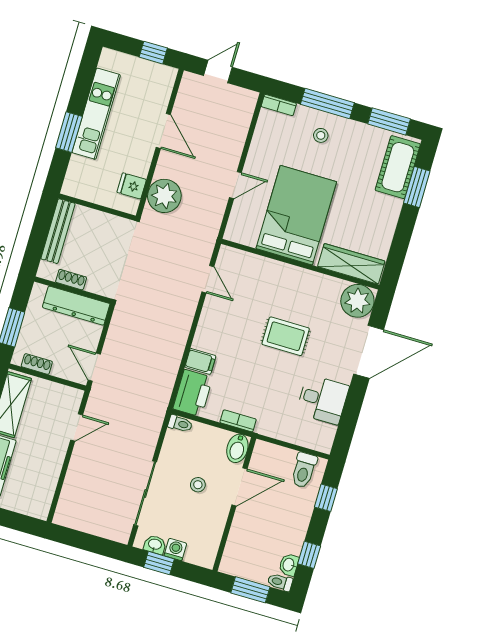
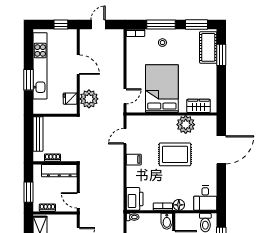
kitchen unit: (96, 114) -> (40, 66), width x1.36
door: (235, 185) -> (125, 96), moved
wardrobe: (351, 264) -> (198, 106), width x0.67
door: (208, 279) -> (125, 136), swing flipped
plant: (357, 301) -> (186, 125), moved
rug: (286, 336) -> (175, 154), width x1.36, depth x1.43
filing cabinet: (200, 361) -> (134, 160), moved
desk: (323, 399) -> (205, 198), moved, turned 90
floor lamp: (267, 426) -> (179, 205), added

